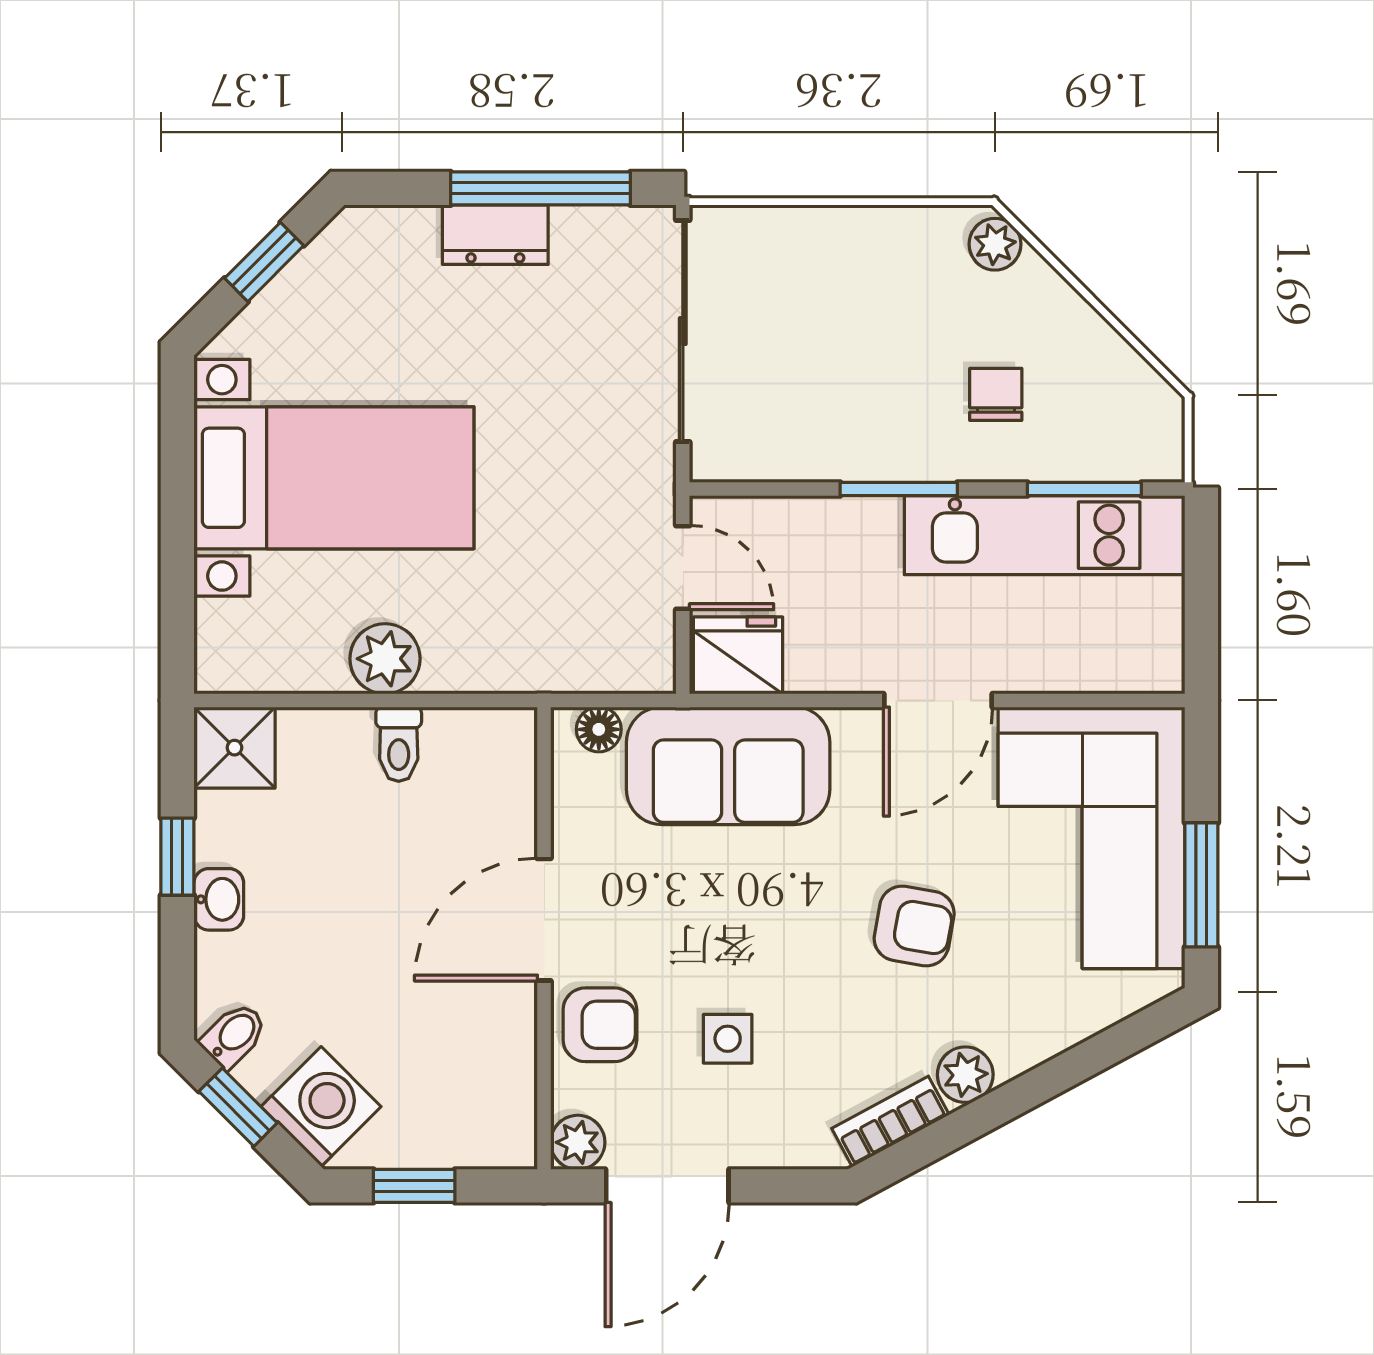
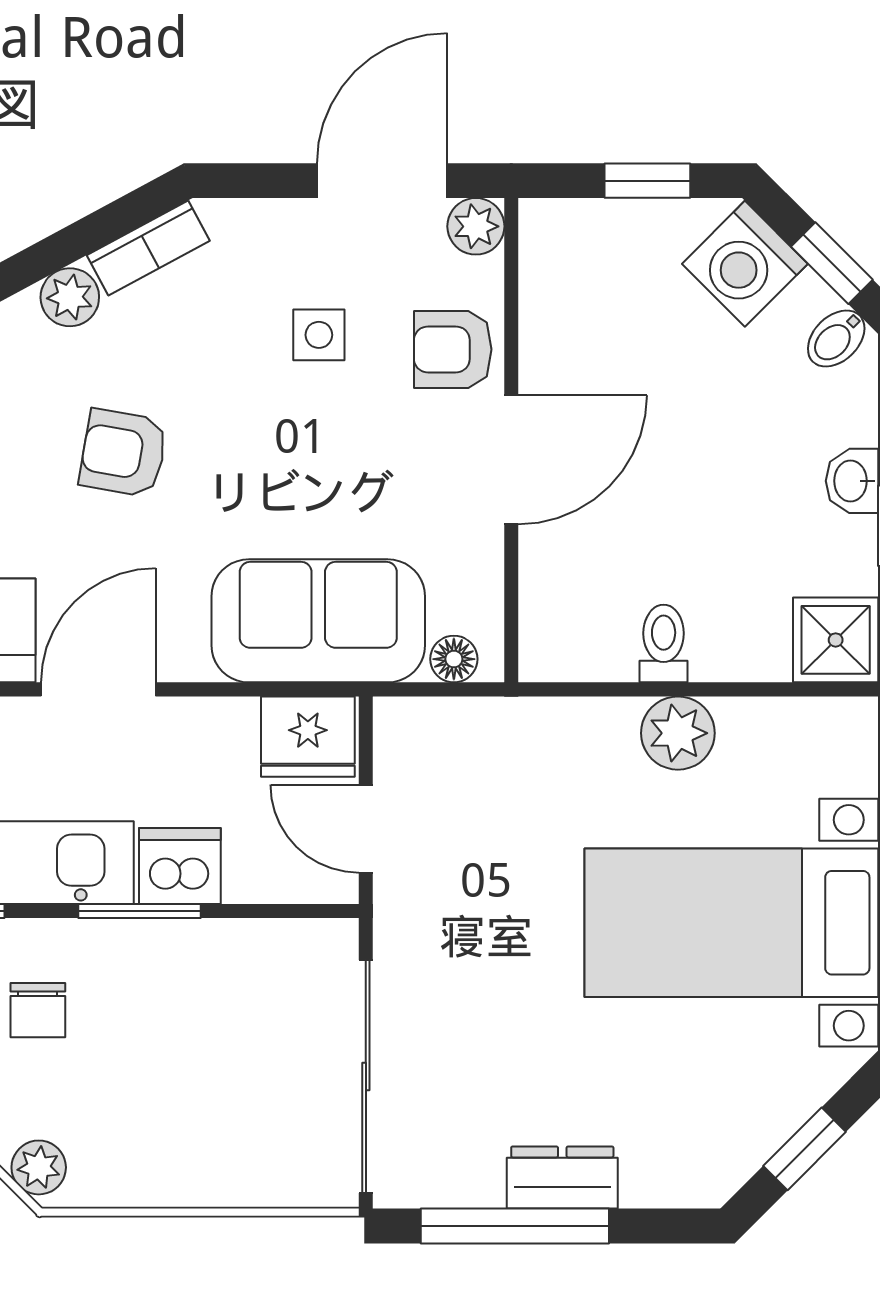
dishwasher: (860, 532) -> (180, 866), added

